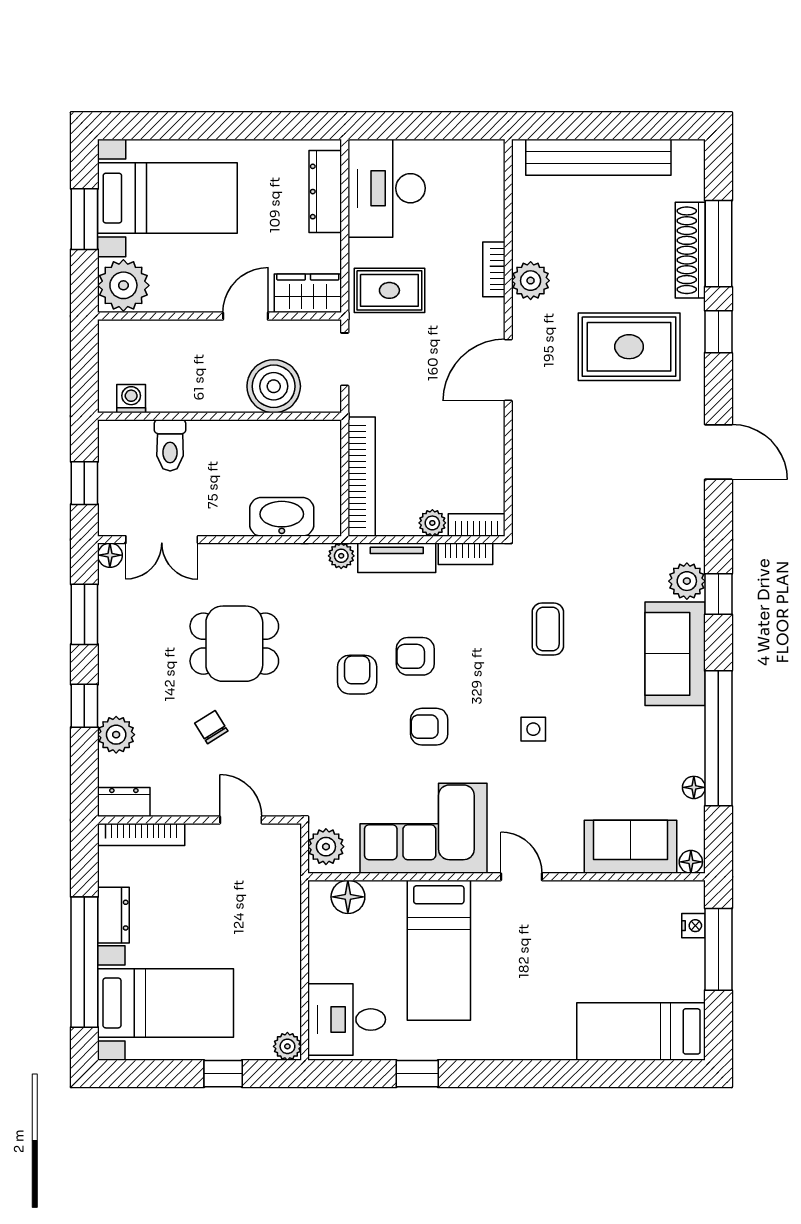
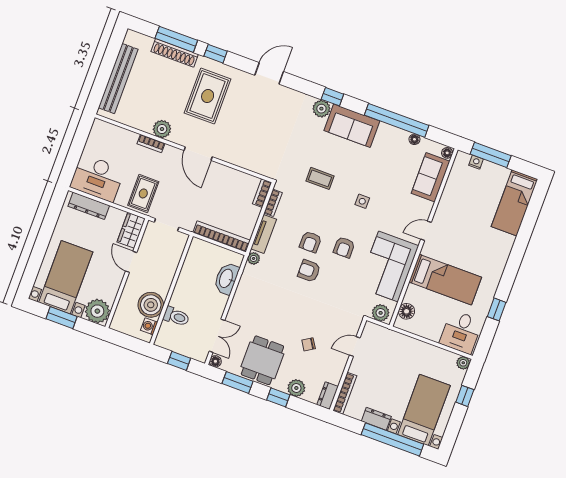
boiler: (274, 386) -> (151, 305), moved
plant: (432, 523) -> (254, 212), removed
dining table: (234, 644) -> (262, 360), moved

